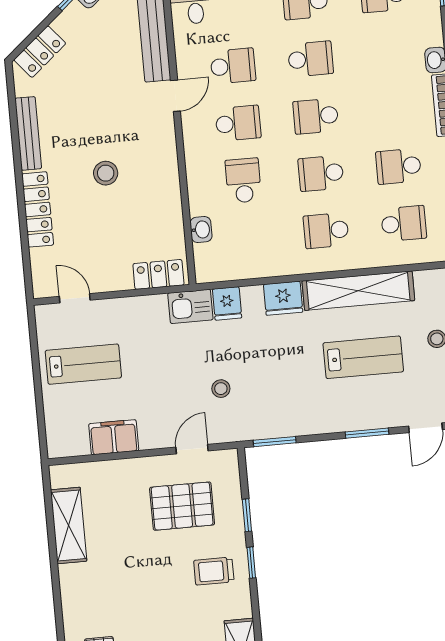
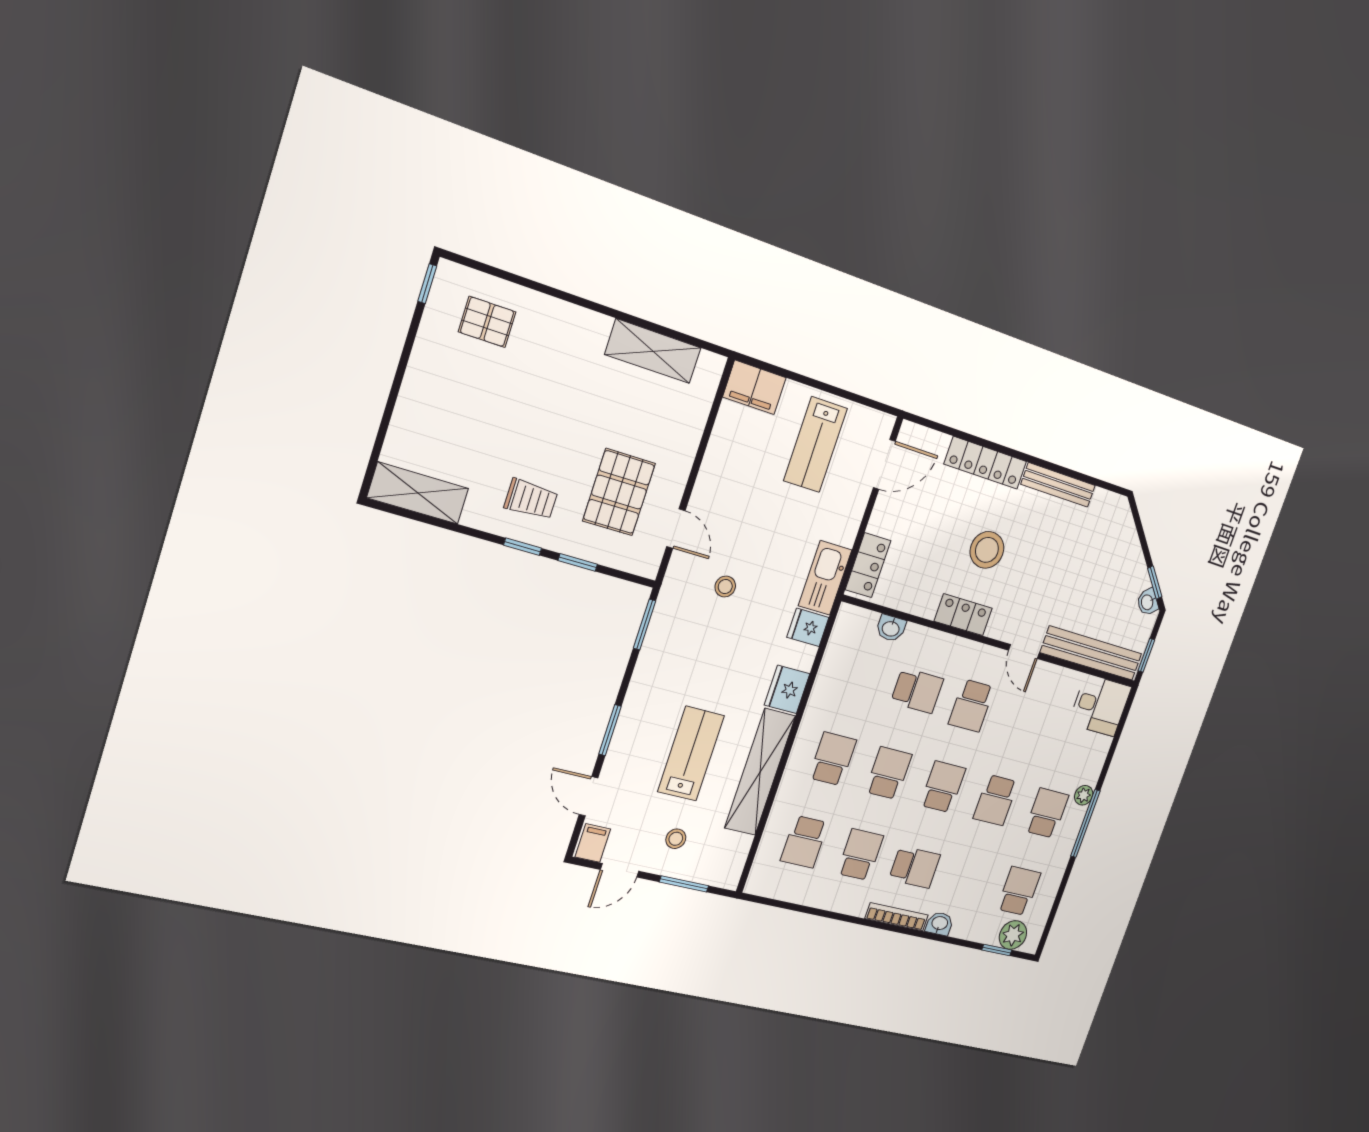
locker: (40, 52) -> (963, 615), moved, turned 130
school desk: (233, 66) -> (915, 867), moved, turned -90
stool: (106, 173) -> (987, 550), width x1.38, depth x1.38
door: (75, 298) -> (884, 464), width x1.38
kitchen sink: (190, 306) -> (825, 578), width x1.38
lab bench: (363, 357) -> (691, 754), turned 180
filing cabinet: (114, 437) -> (754, 387), moved, turned 90
trolley: (214, 571) -> (531, 499), turned 90

